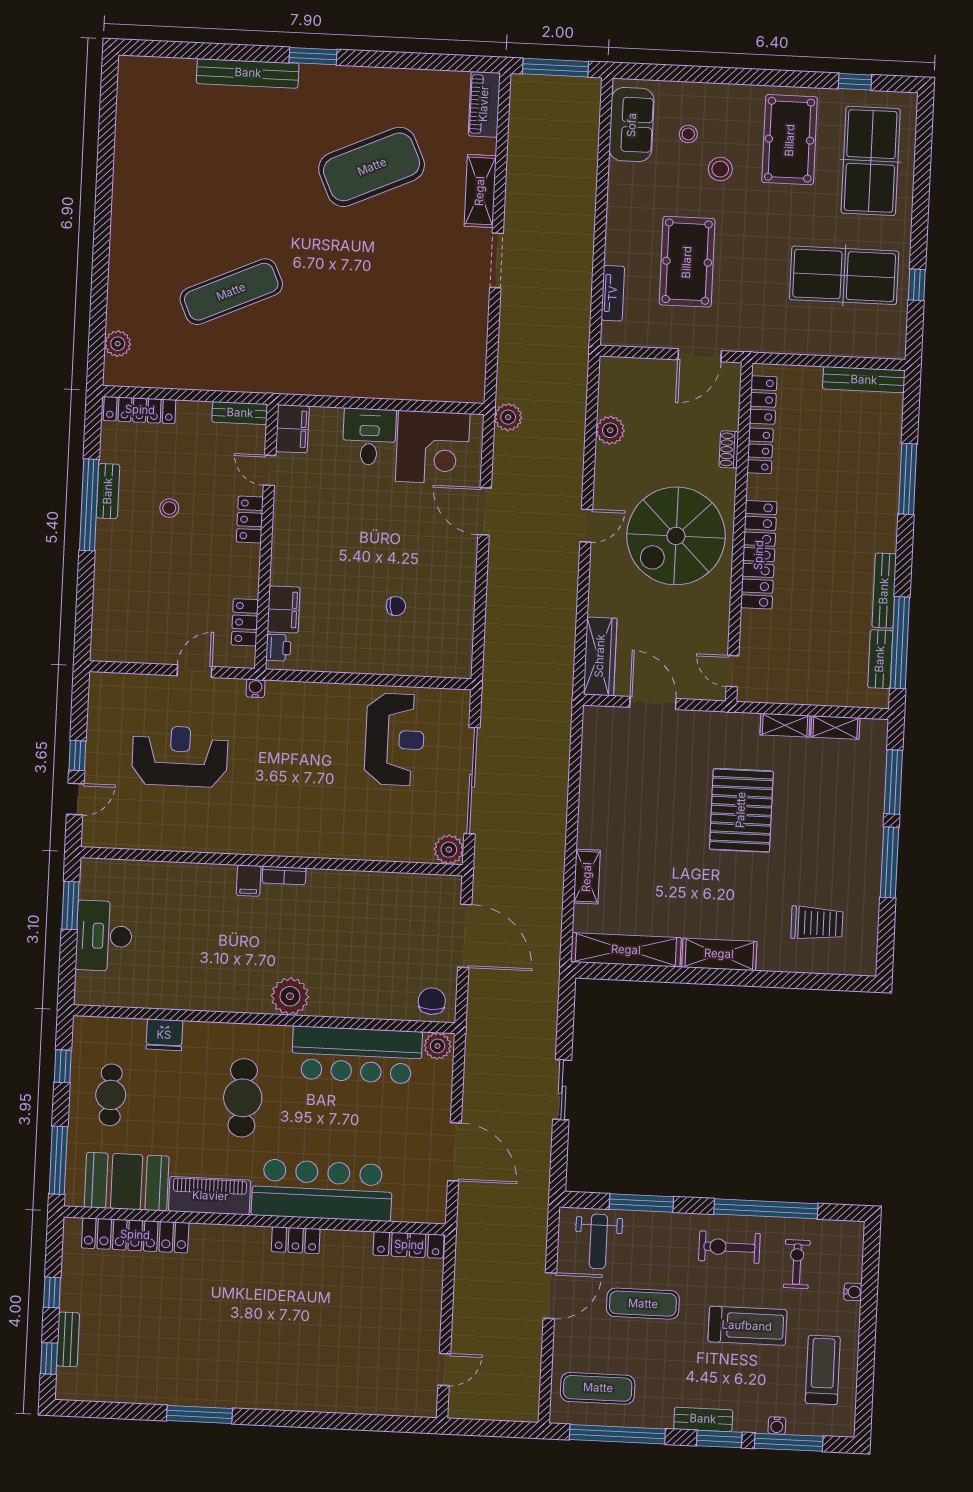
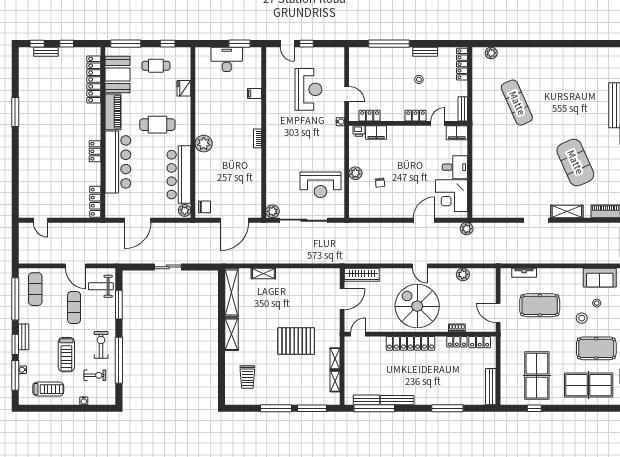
window: (89, 505) -> (389, 44), moved
plant: (372, 660) -> (355, 173), added
filing cabinet: (249, 881) -> (254, 93), moved

